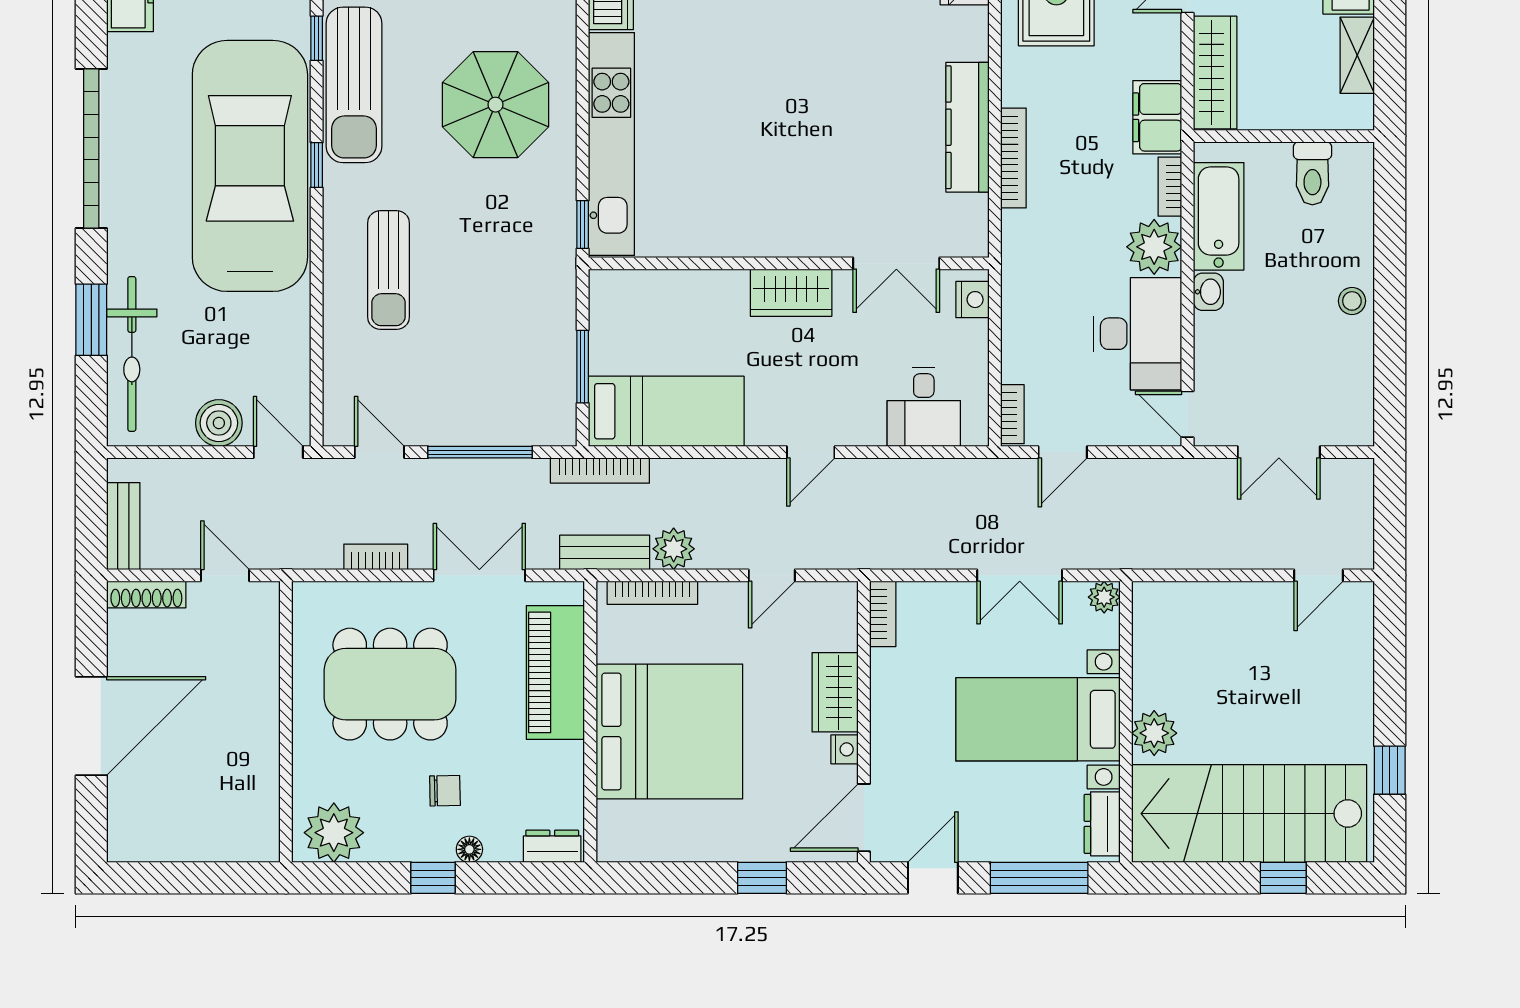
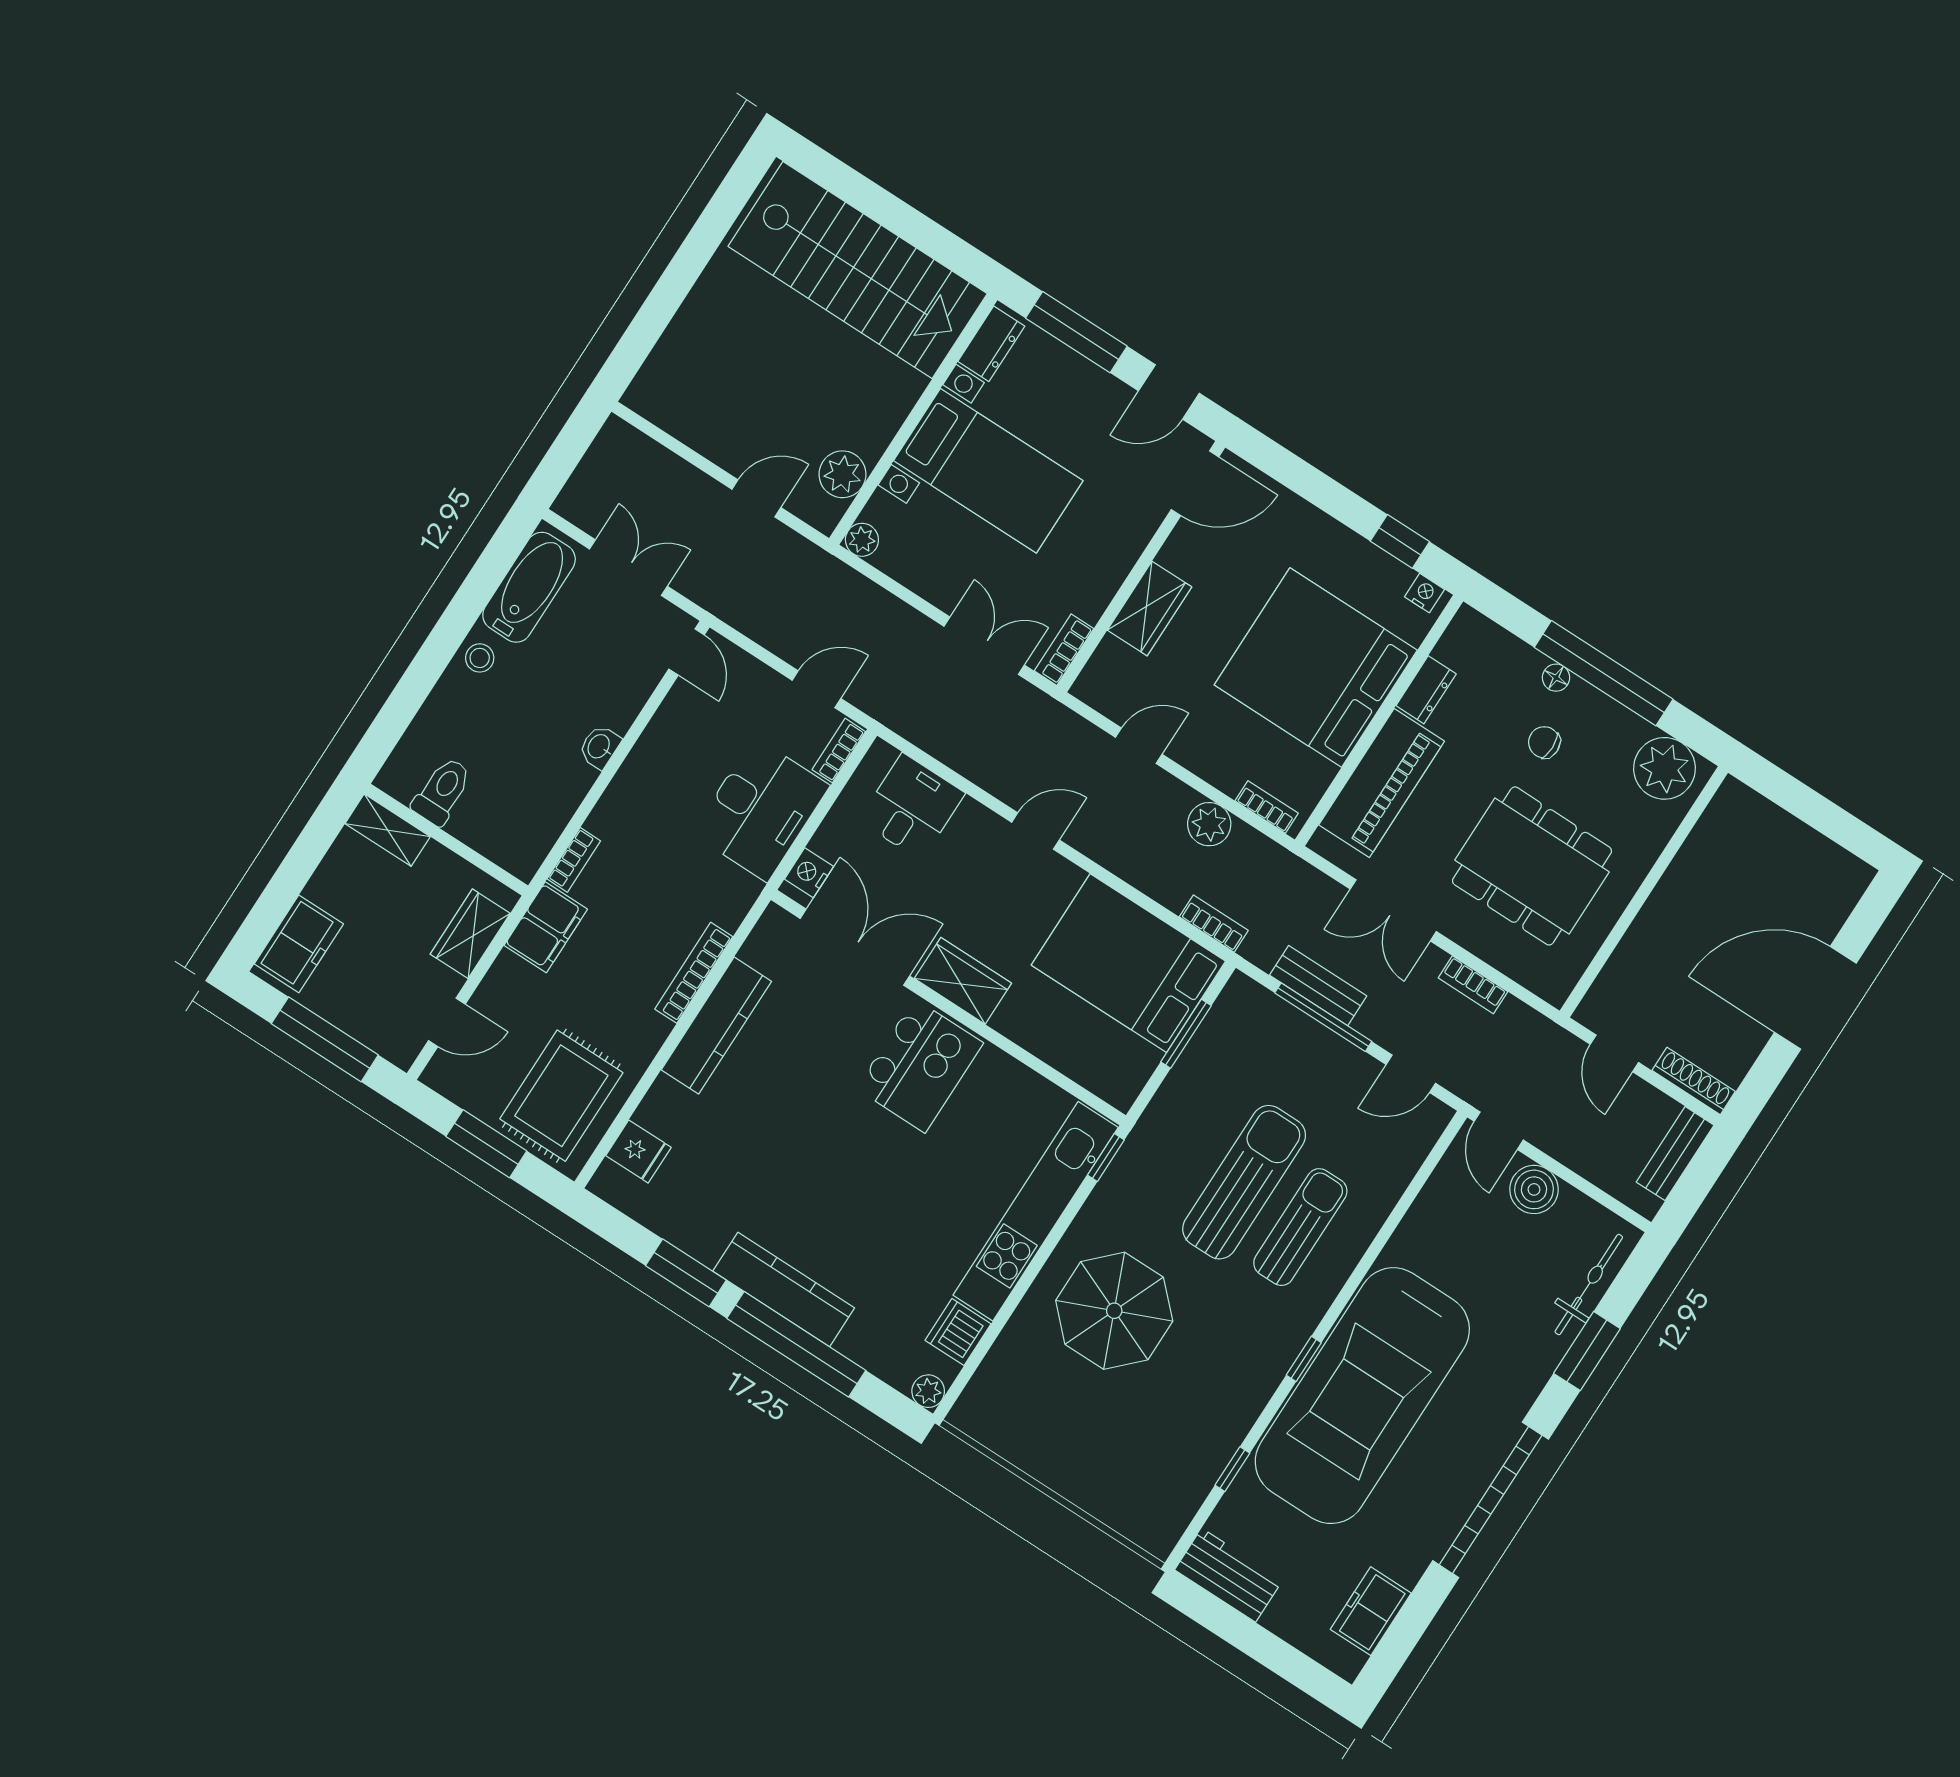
shelving: (1357, 55) -> (388, 830), moved, turned 90
wardrobe: (1215, 72) -> (470, 934), width x0.67
sun lounger: (354, 85) -> (1244, 1182), moved
kitchen island: (781, 201) -> (920, 1066), added
bathtub: (1219, 216) -> (529, 587), moved, turned 180
plant: (1154, 247) -> (621, 816), removed
double door: (896, 263) -> (855, 947), width x1.37
desk: (1138, 334) -> (761, 810), moved, turned 180
bicycle: (132, 354) -> (1589, 1284), width x0.73, depth x0.71
bed: (666, 411) -> (1128, 963), width x1.50
door: (379, 452) -> (1411, 1074), hinge flipped
bookcase: (600, 471) -> (1214, 924), width x0.64
bench: (605, 552) -> (1318, 986), moved
double door: (1020, 575) -> (984, 646), moved
door: (1319, 575) -> (756, 498), moved
bookcase: (652, 593) -> (1267, 807), width x0.64
plant: (1154, 733) -> (842, 474), moved
nightstand: (844, 749) -> (1424, 593), moved, turned 90
window: (1390, 770) -> (711, 228), removed
dresser: (552, 846) -> (1426, 690), moved, turned -90
window: (433, 878) -> (1604, 673), width x3.17
window: (762, 878) -> (1400, 541), moved
window: (1283, 878) -> (864, 195), removed

